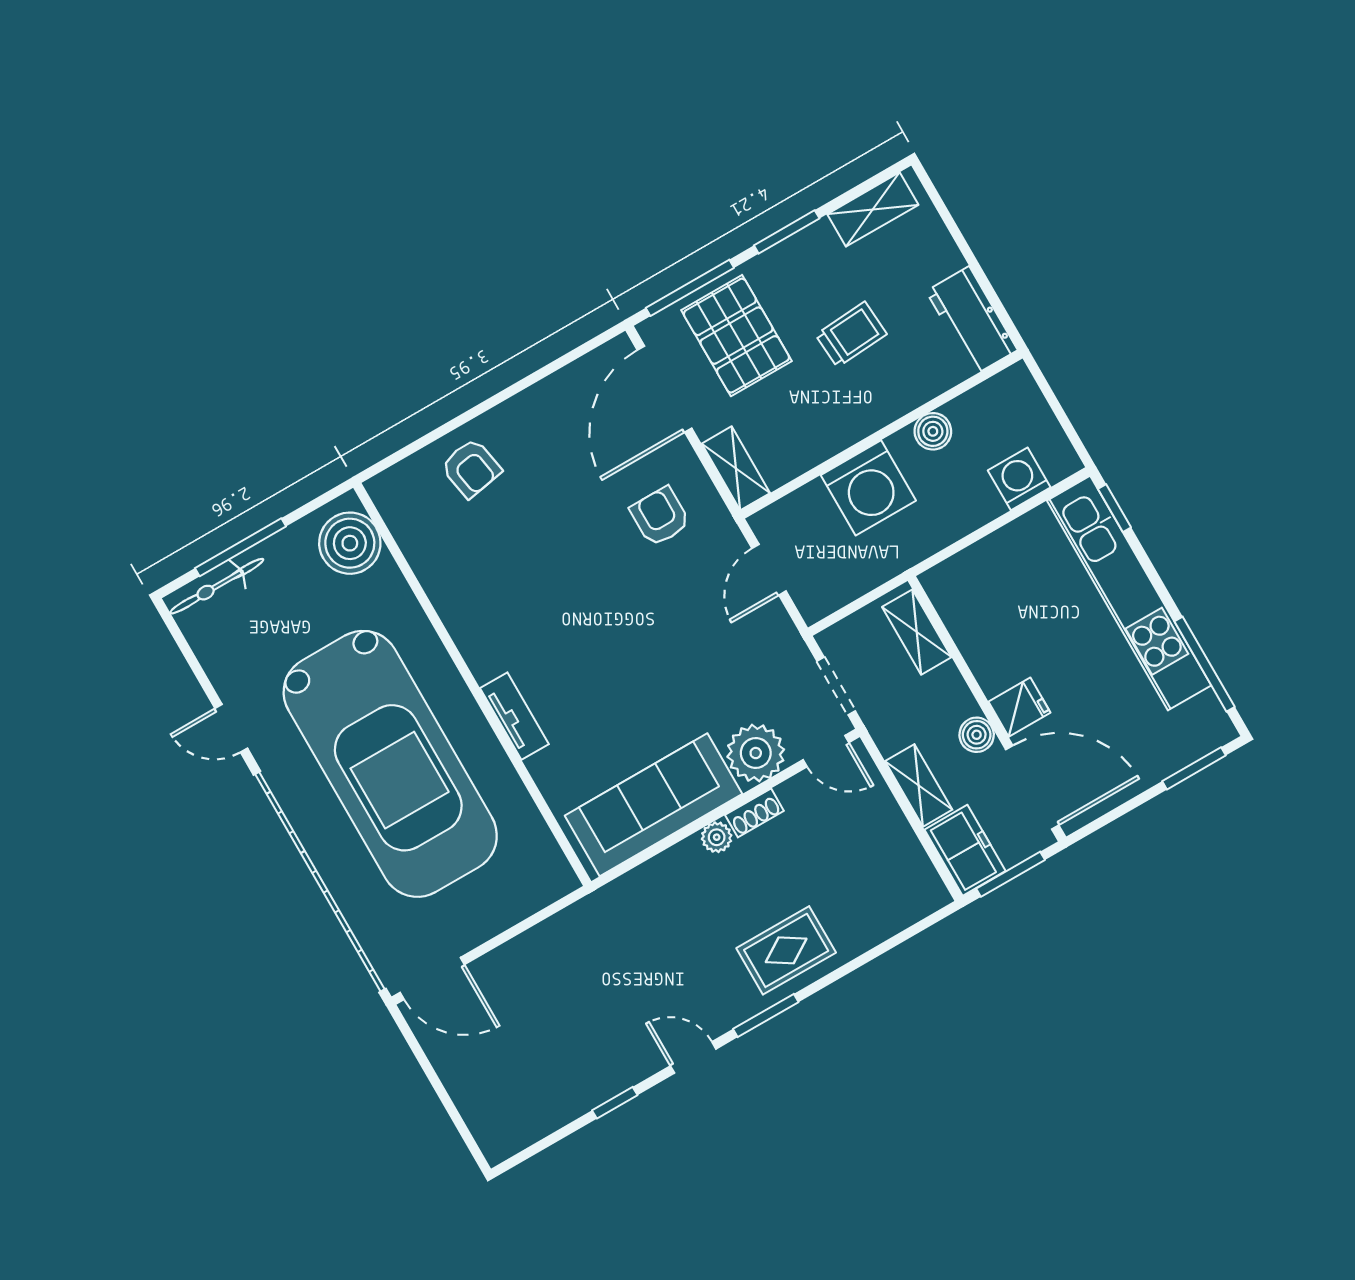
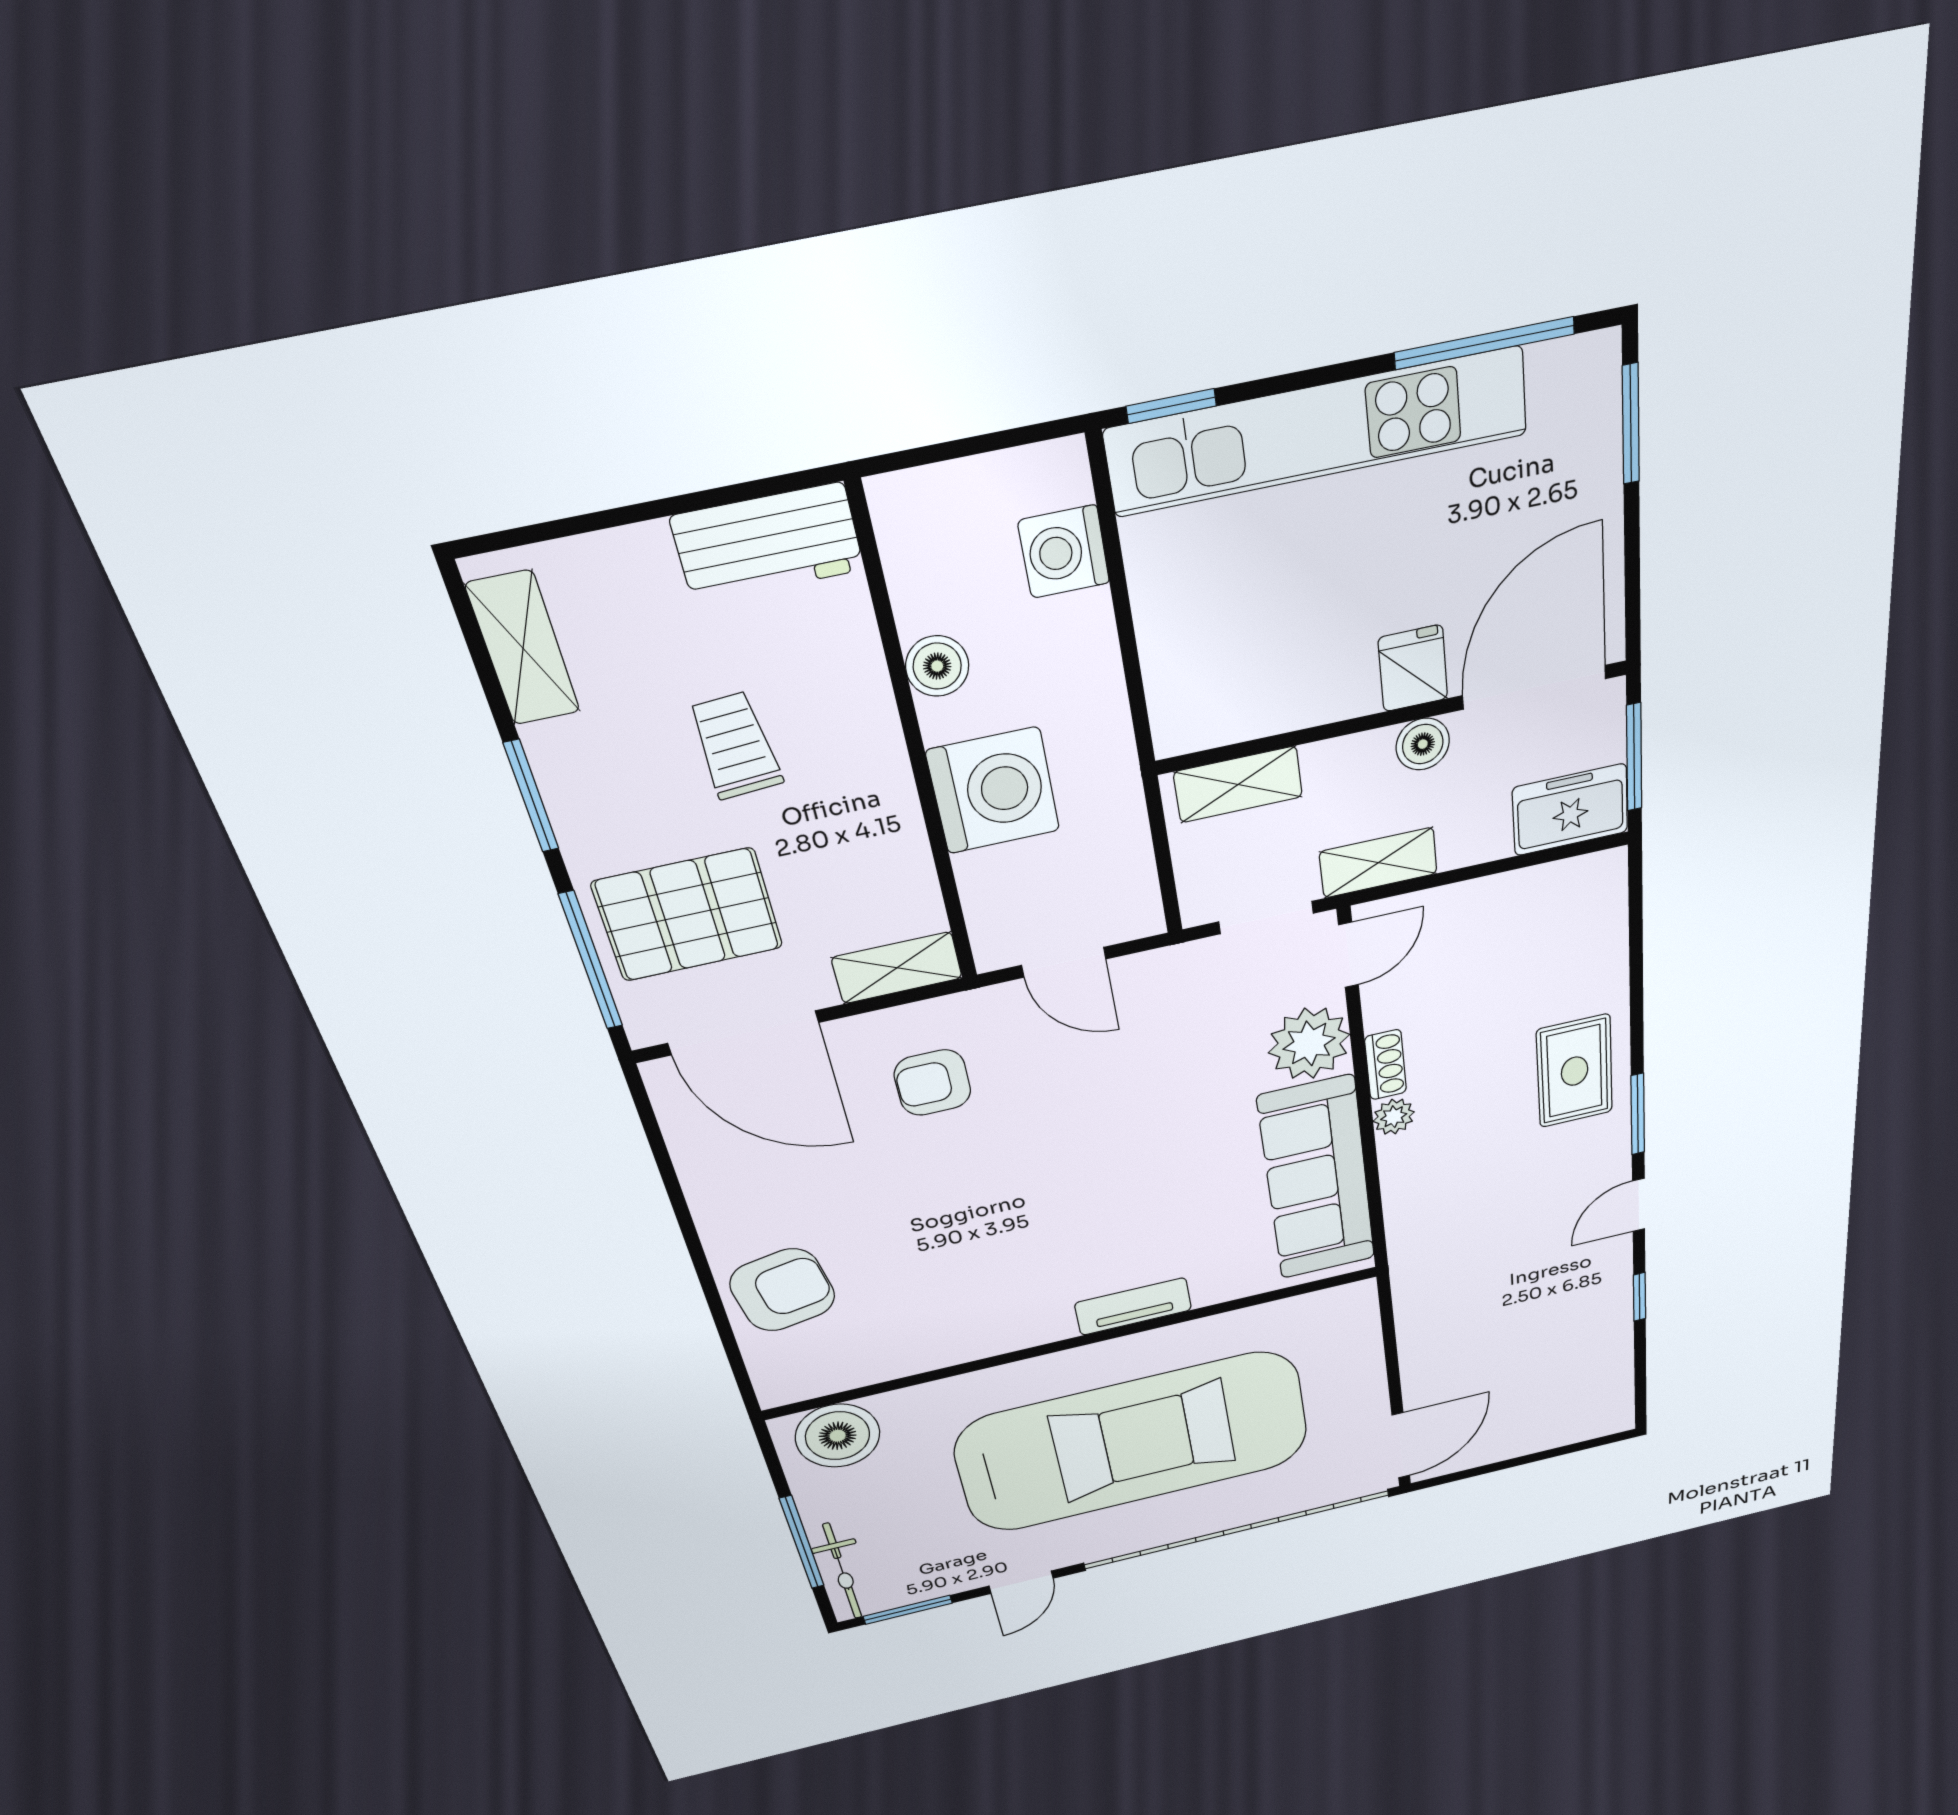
armchair: (471, 468) -> (782, 1290), width x1.38, depth x1.38
window: (185, 649) -> (908, 1610), added
shelving: (919, 785) -> (1378, 863), moved

